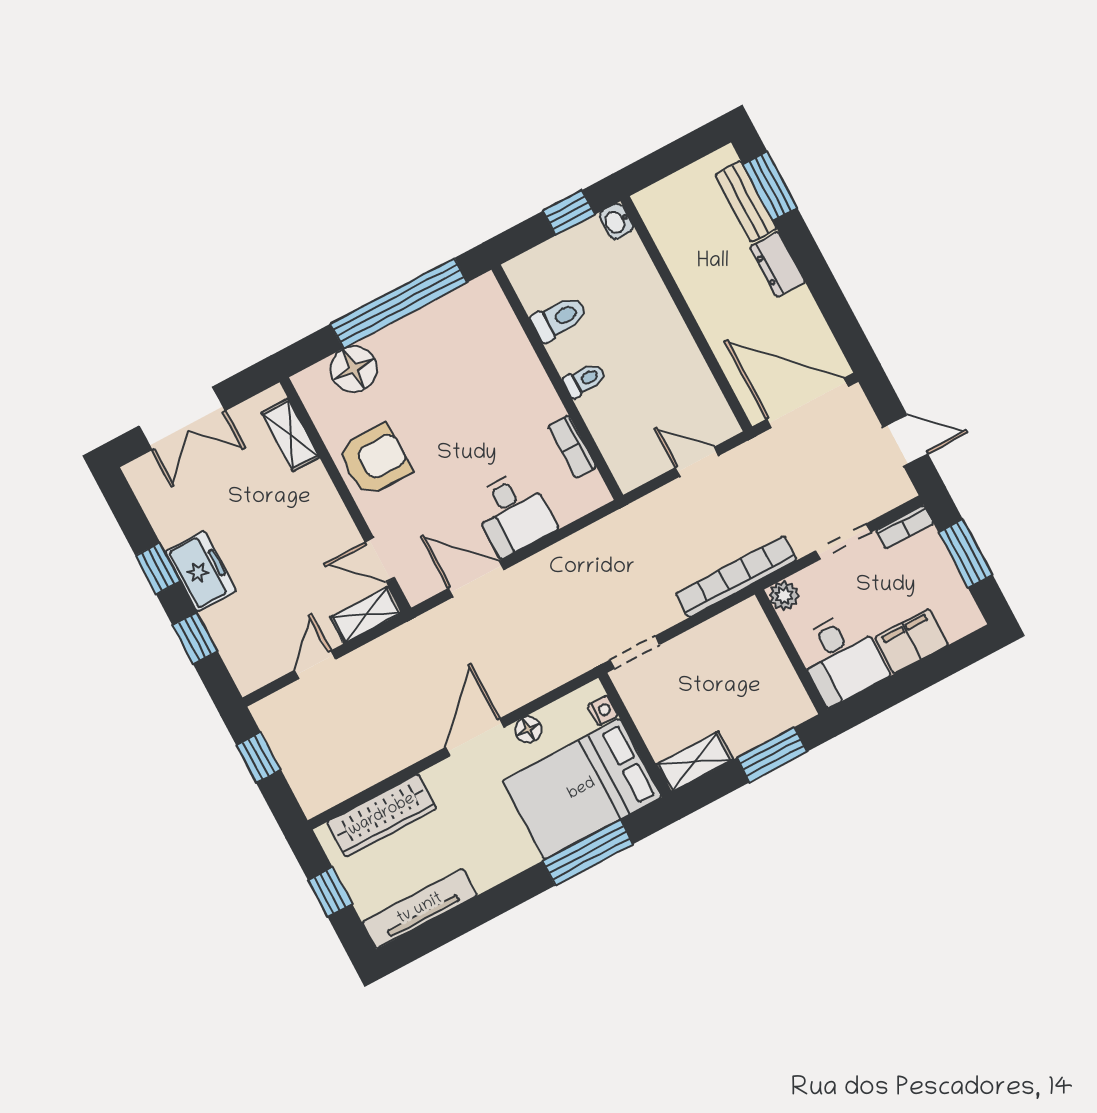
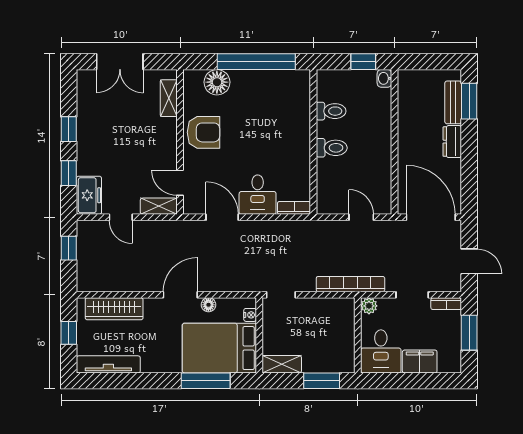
toilet: (584, 380) -> (332, 148), width x1.37, depth x1.39
bookcase: (572, 447) -> (294, 208), moved, turned 90
freezer: (201, 571) -> (89, 195), moved
door: (315, 665) -> (121, 217), swing flipped

